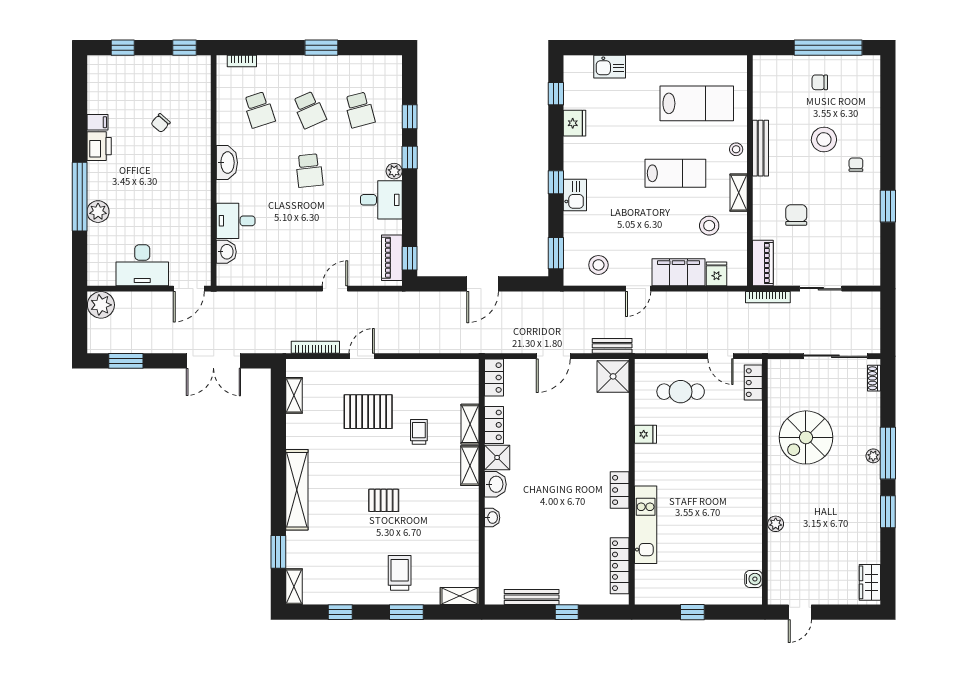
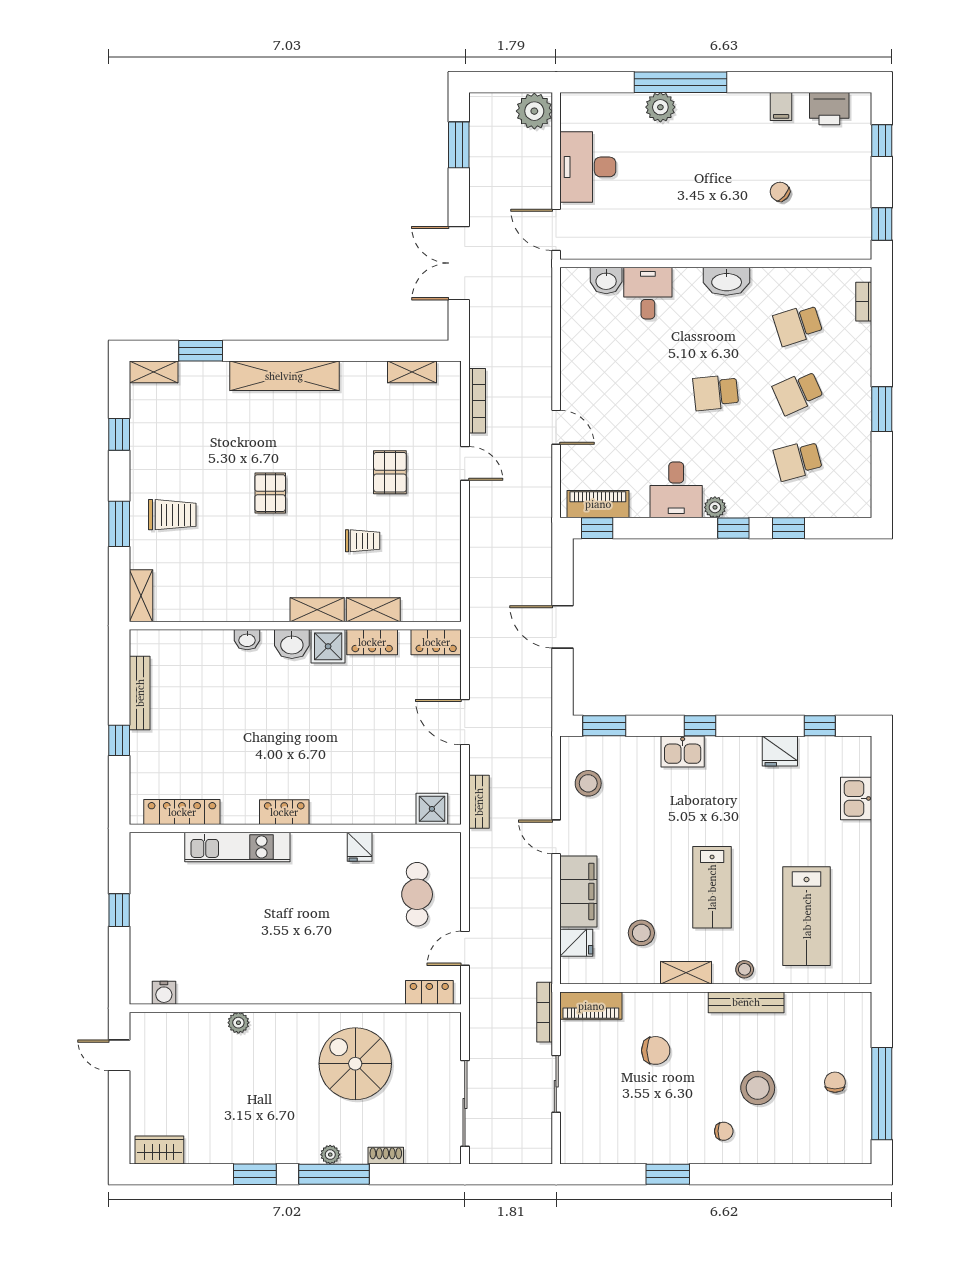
printer: (99, 146) -> (829, 109), moved
shower: (613, 376) -> (432, 809), width x0.73, depth x0.73
shoe rack: (874, 378) -> (386, 1156), moved
pallet: (368, 412) -> (390, 472), width x0.67, depth x0.71

